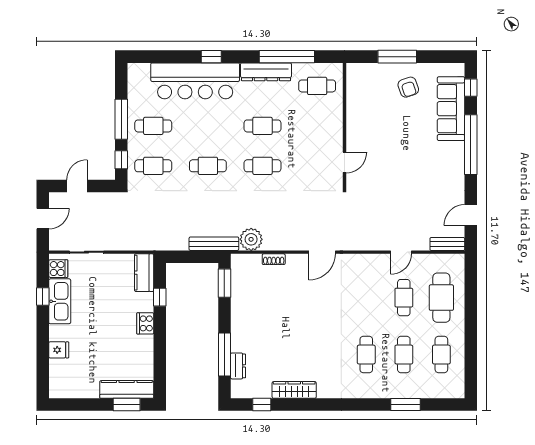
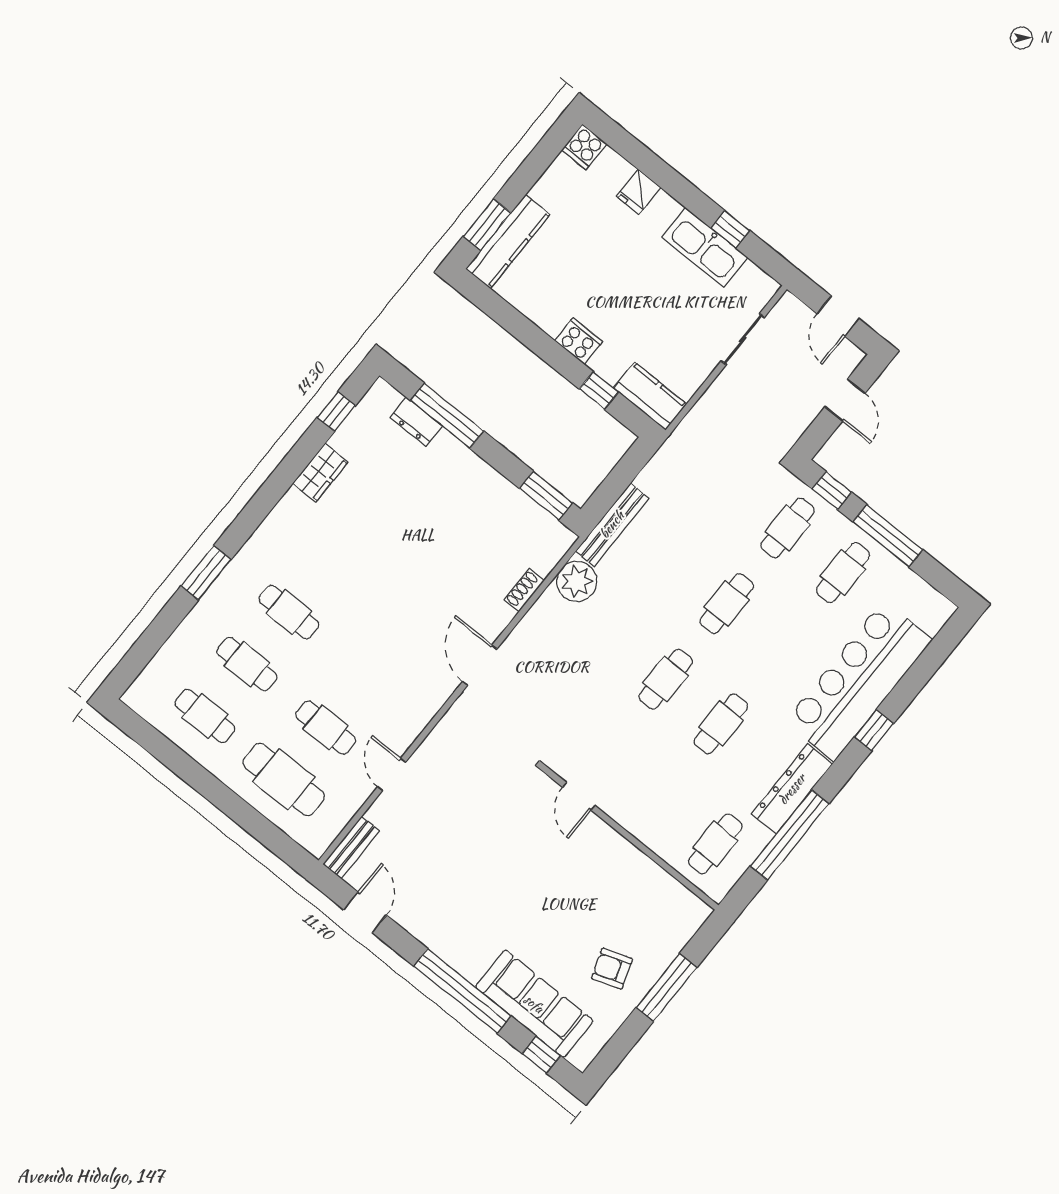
cooker: (58, 269) -> (584, 147), moved
wardrobe: (294, 390) -> (320, 473), width x0.67
window: (406, 405) -> (206, 573), moved

